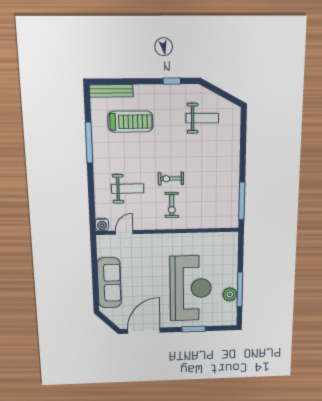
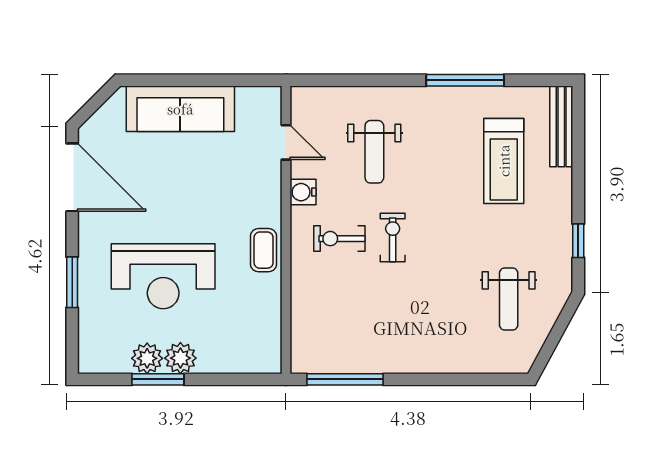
water cooler: (102, 225) -> (303, 192), moved
coffee table: (178, 242) -> (264, 250), added
plant: (230, 279) -> (180, 358), added
reception desk: (191, 288) -> (163, 276), width x0.74, depth x0.77
window: (240, 289) -> (158, 379), width x0.69

